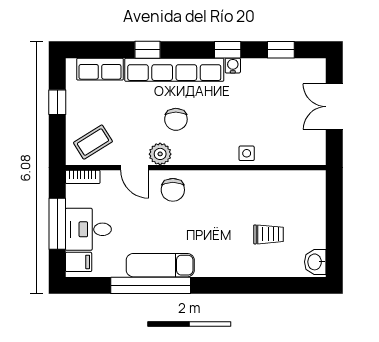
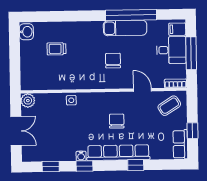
row of seats: (100, 69) -> (180, 144), moved, turned -90
plant: (160, 154) -> (28, 101), moved
chair: (173, 190) -> (113, 61), moved

